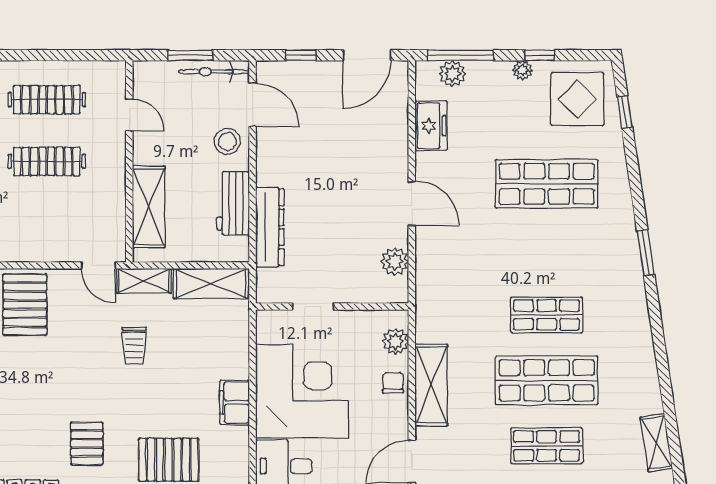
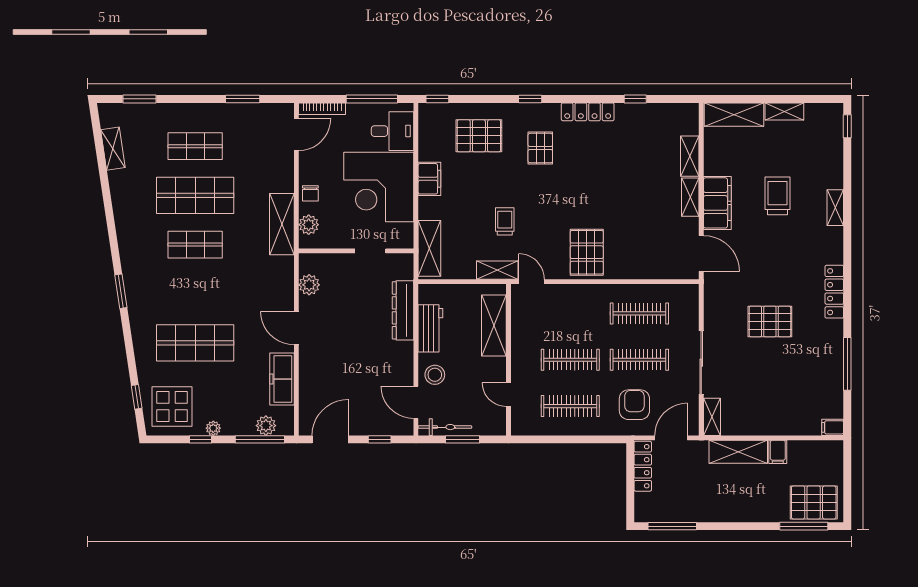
freezer: (431, 126) -> (282, 379), width x1.40
shelving: (211, 283) -> (429, 248), moved, turned 90
shelving: (431, 385) -> (282, 224), moved

